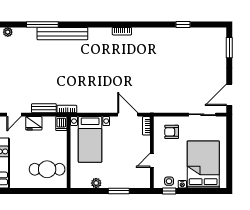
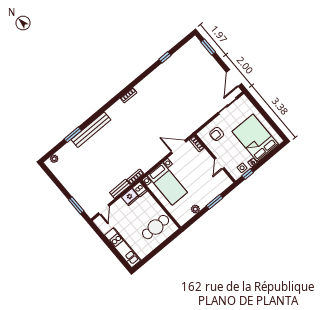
window: (42, 24) -> (73, 135), width x0.69
fridge: (34, 123) -> (130, 197), moved

